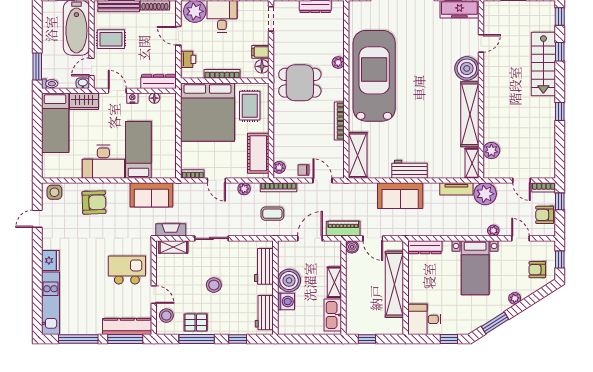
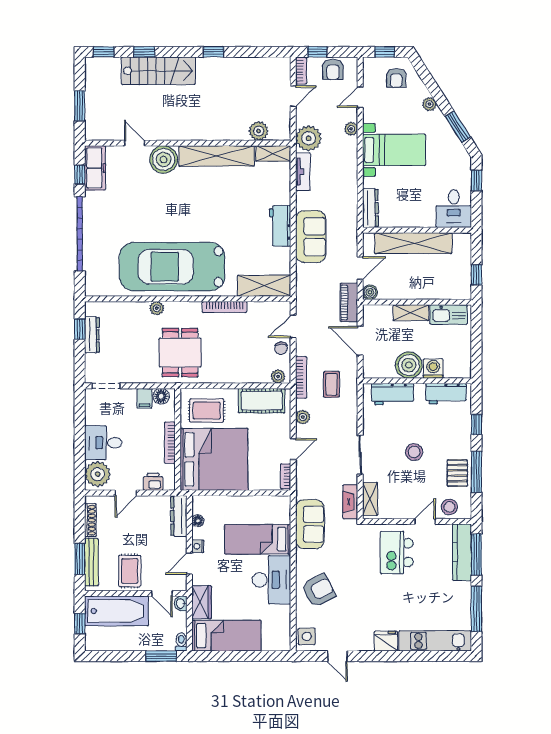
armchair: (94, 202) -> (319, 591), turned 64

